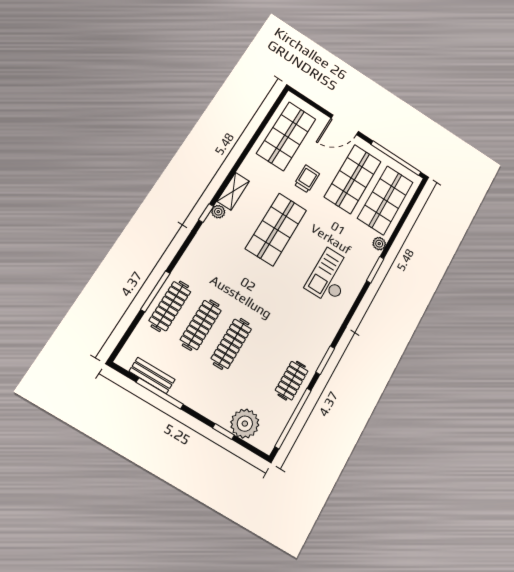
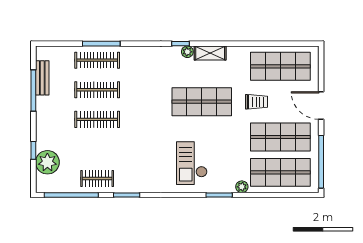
checkout: (330, 276) -> (192, 163), turned -90

